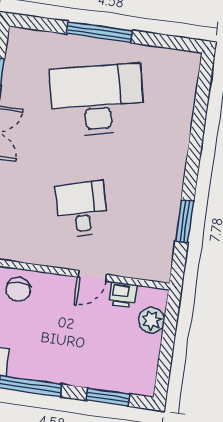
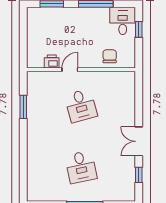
desk: (97, 100) -> (81, 167), width x0.53, depth x0.77
plant: (152, 320) -> (34, 50), removed

